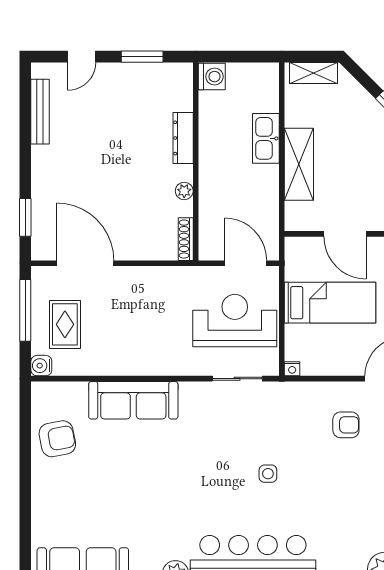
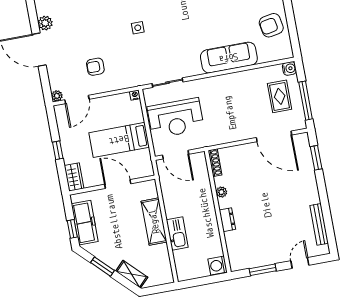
shelving: (313, 73) -> (132, 274), moved, turned 45
dresser: (183, 138) -> (227, 220), width x0.70

